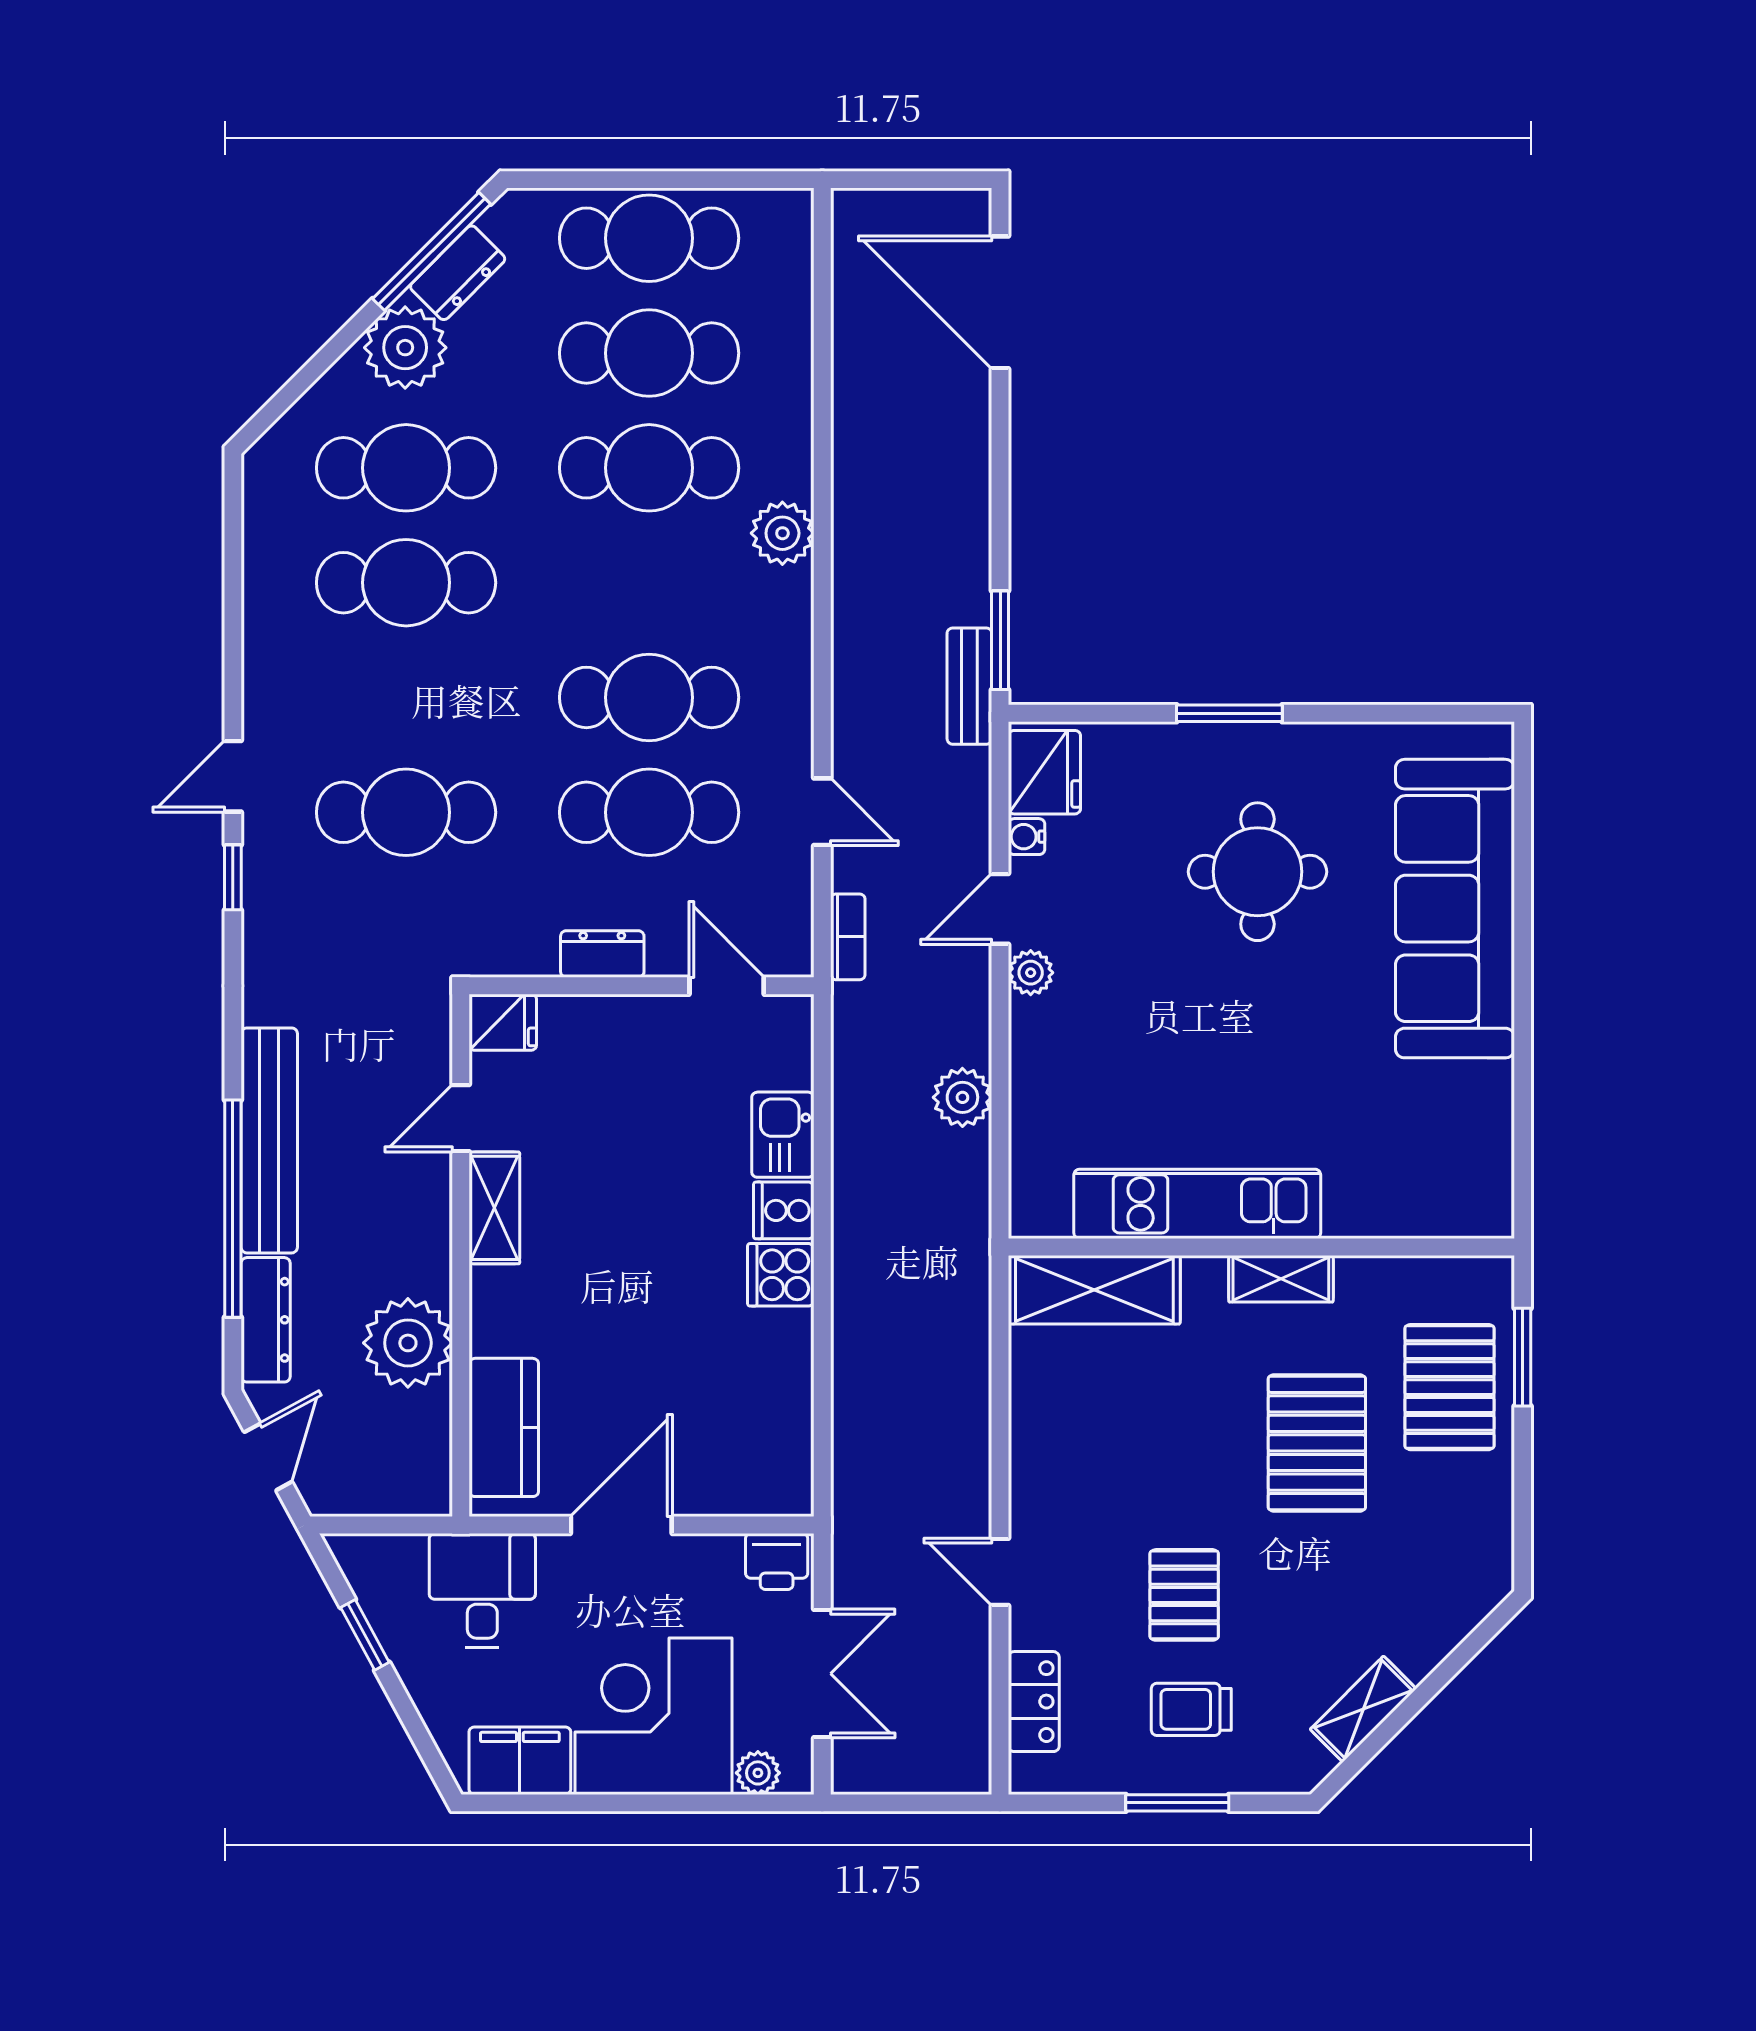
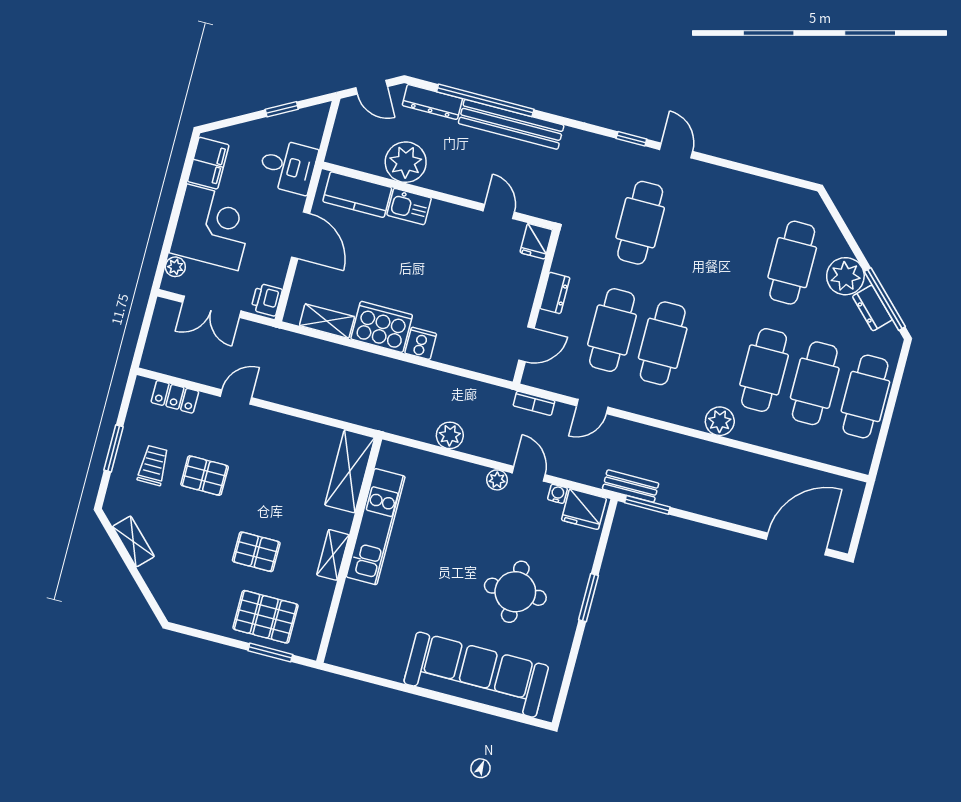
cafe table: (406, 583) -> (742, 249), removed
kitchen sink: (783, 1135) -> (409, 207), moved, turned 180
shelving: (494, 1208) -> (327, 321), moved
cooker: (781, 1275) -> (382, 327), width x1.87, depth x1.31
pallet: (1317, 1443) -> (256, 552), width x0.67, depth x0.71

